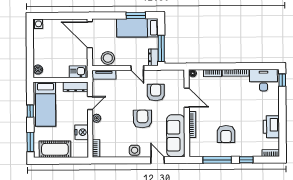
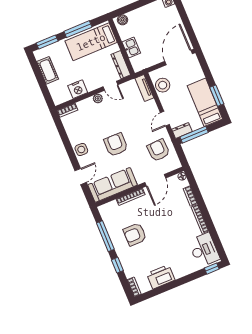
kitchen sink: (78, 72) -> (131, 48), moved
armchair: (156, 92) -> (158, 150), moved, turned -93
window: (30, 111) -> (78, 29), width x2.17
armchair: (142, 119) -> (116, 145), turned -90
cot: (55, 149) -> (48, 70), width x0.73, depth x0.75

